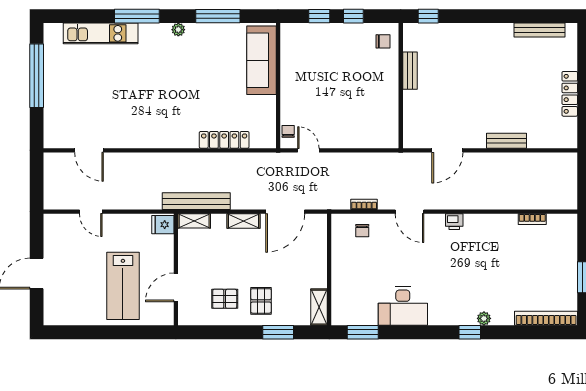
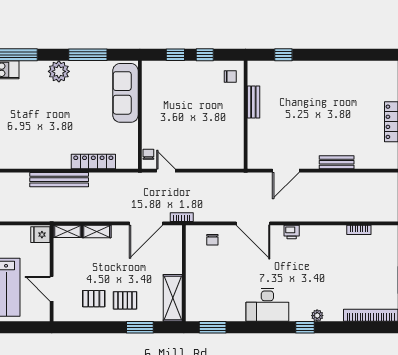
window: (428, 16) -> (283, 55), moved
plant: (178, 30) -> (59, 71), width x1.88, depth x1.88
bench: (540, 30) -> (365, 67), removed
bench: (196, 201) -> (59, 180), moved
bookcase: (364, 204) -> (182, 217), moved
door: (409, 212) -> (253, 223), width x1.36
shelving: (244, 221) -> (97, 232), moved
door: (176, 287) -> (52, 289), hinge flipped
pallet: (261, 301) -> (125, 300), turned 90
desk: (403, 306) -> (267, 305), moved
shelving: (319, 307) -> (173, 298), width x1.50, depth x1.33

